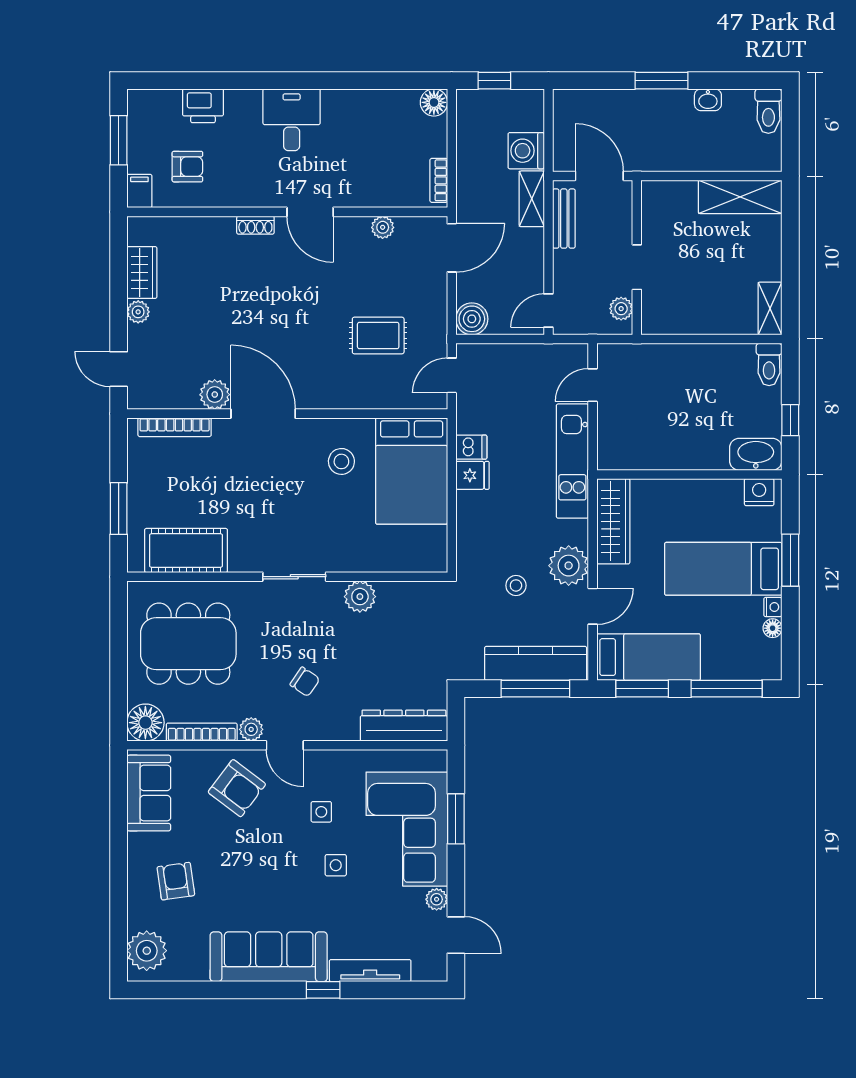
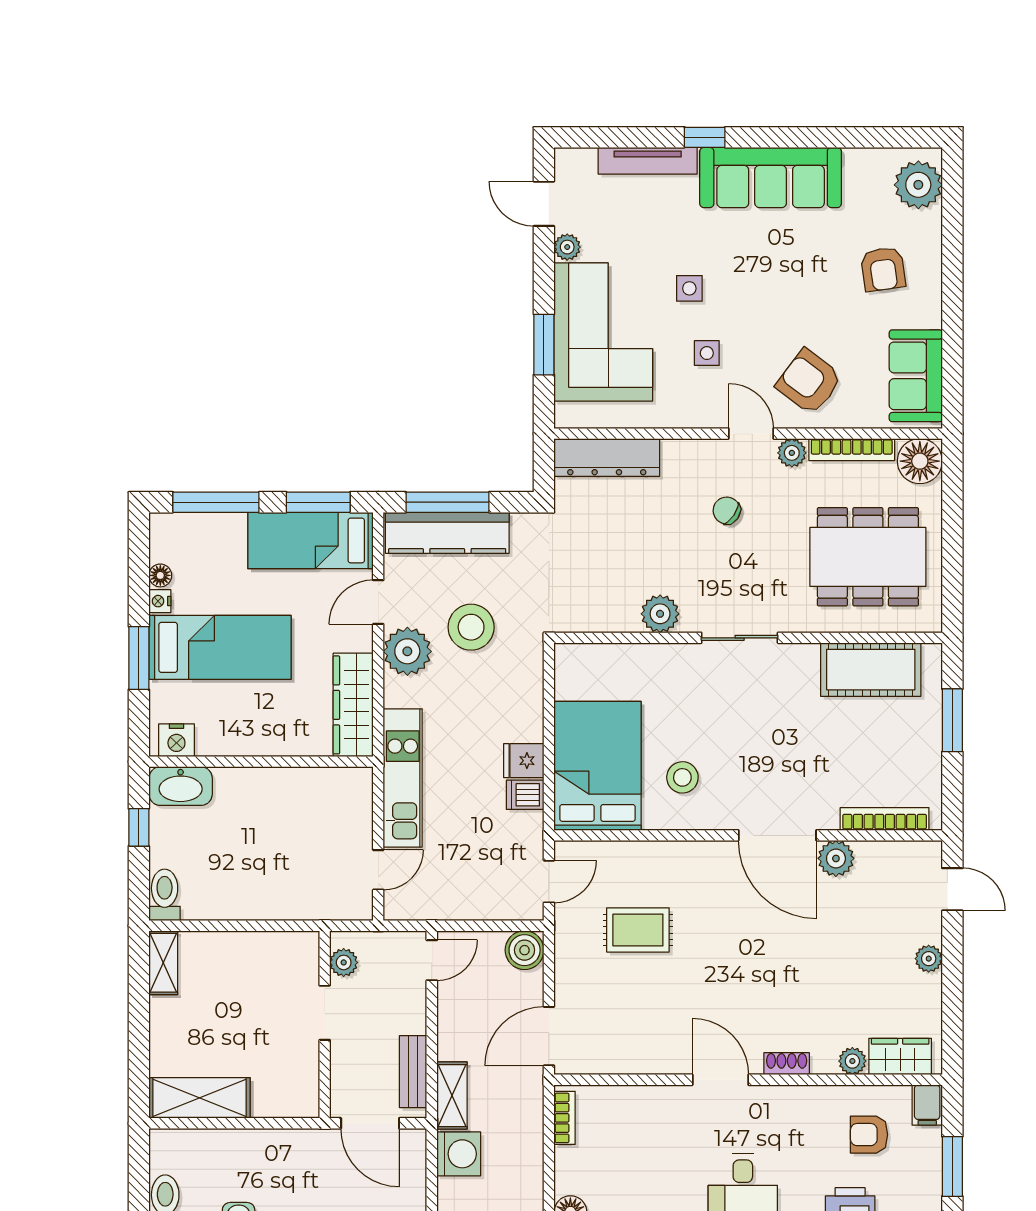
plant: (383, 227) -> (852, 1061), moved
wardrobe: (142, 273) -> (900, 1057), moved, turned 90
stool: (516, 585) -> (471, 627), width x1.89, depth x1.89

